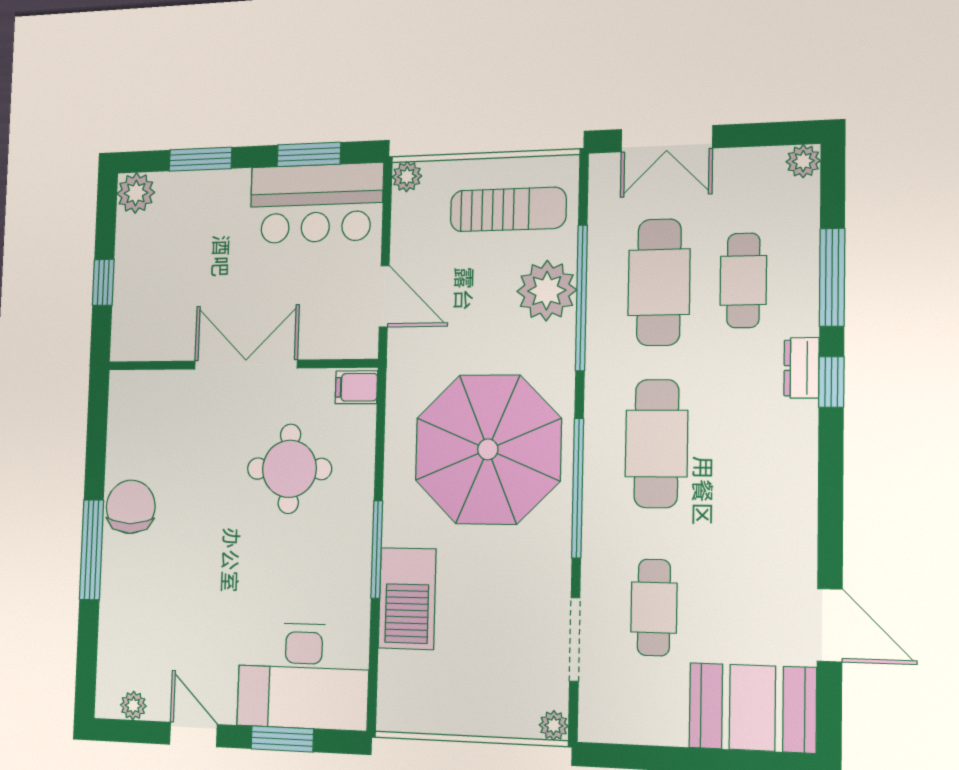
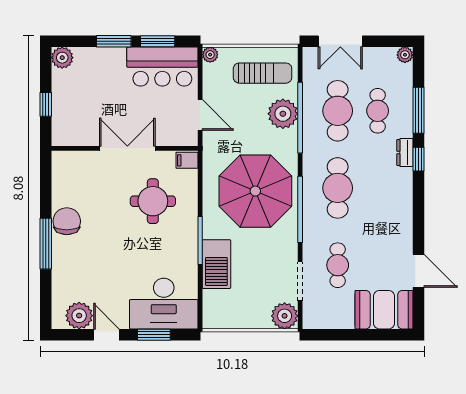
window: (200, 159) -> (114, 41), moved
plant: (133, 706) -> (79, 316), width x1.88, depth x1.88
plant: (554, 725) -> (285, 316), width x1.88, depth x1.88

